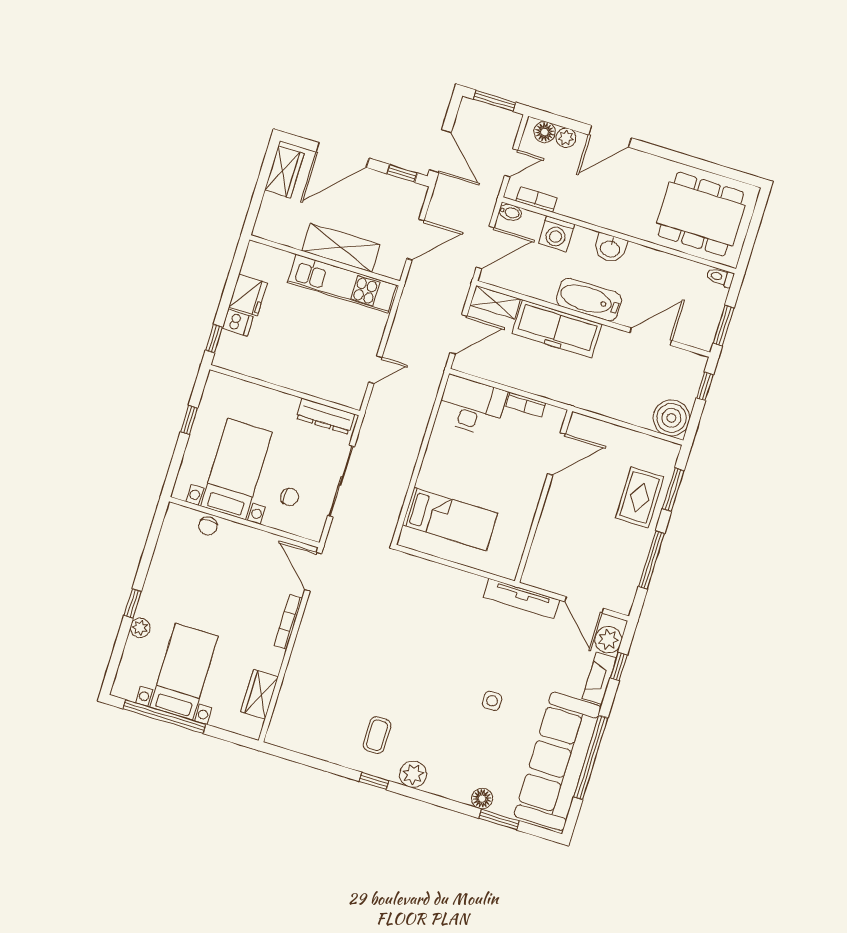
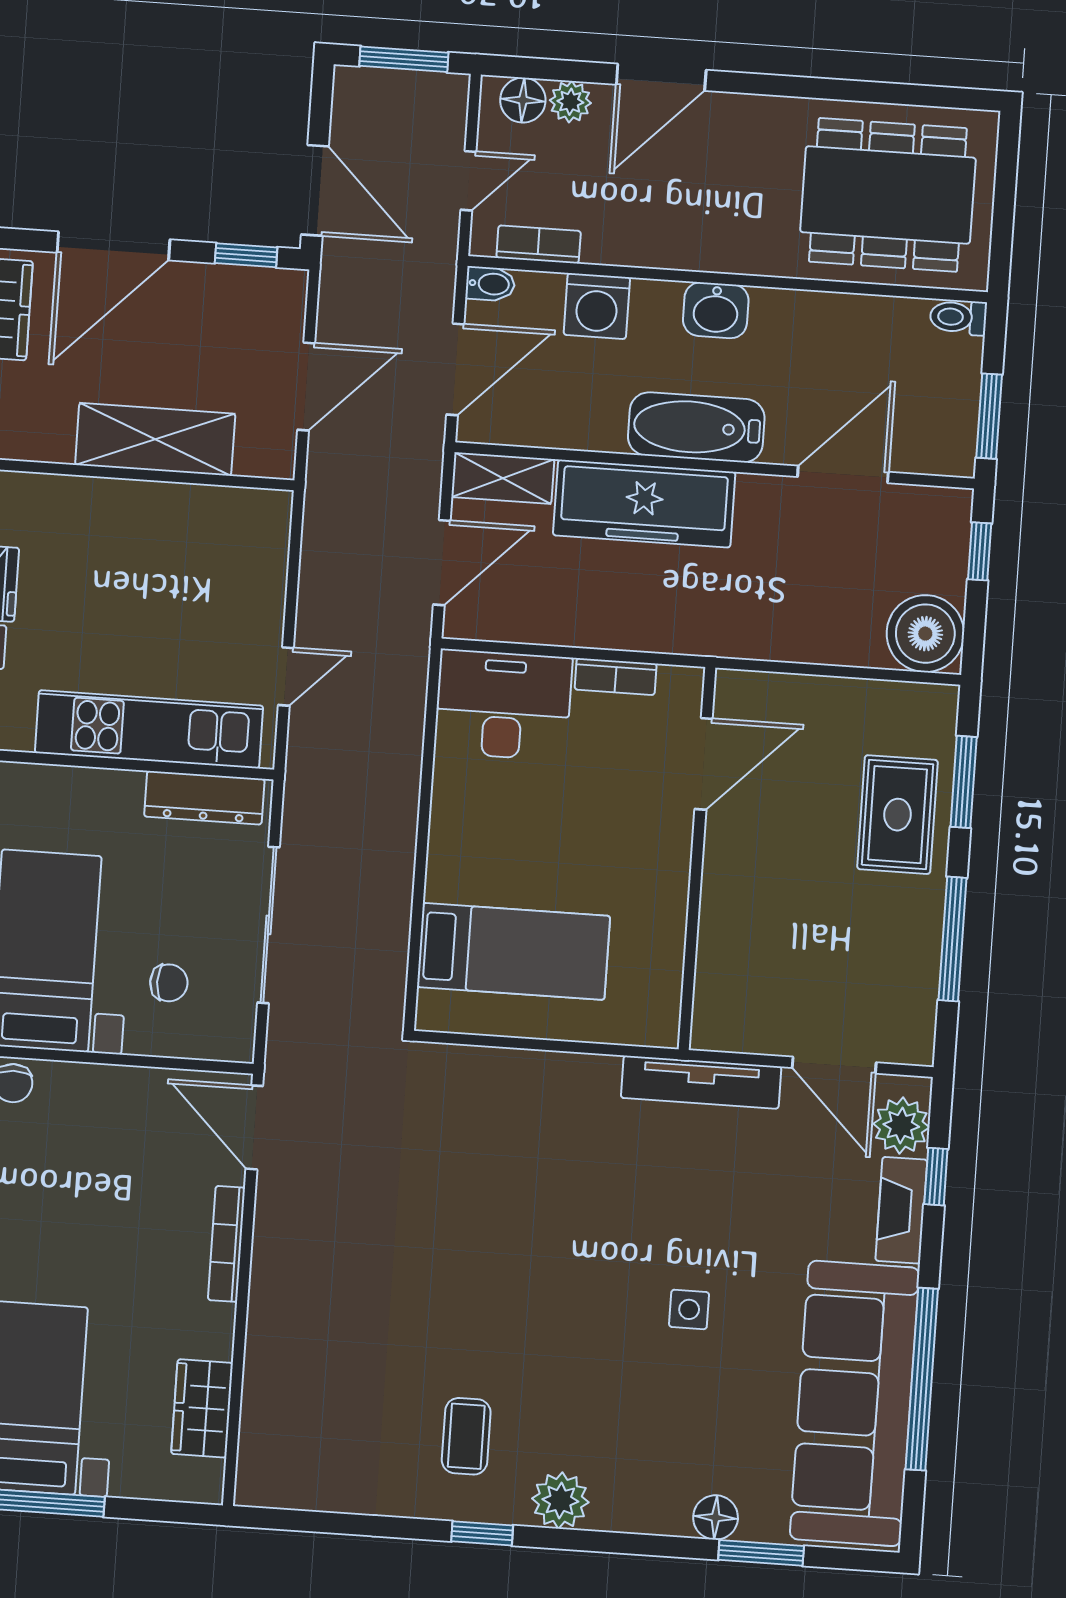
kitchen unit: (342, 284) -> (149, 729), moved, turned 180

